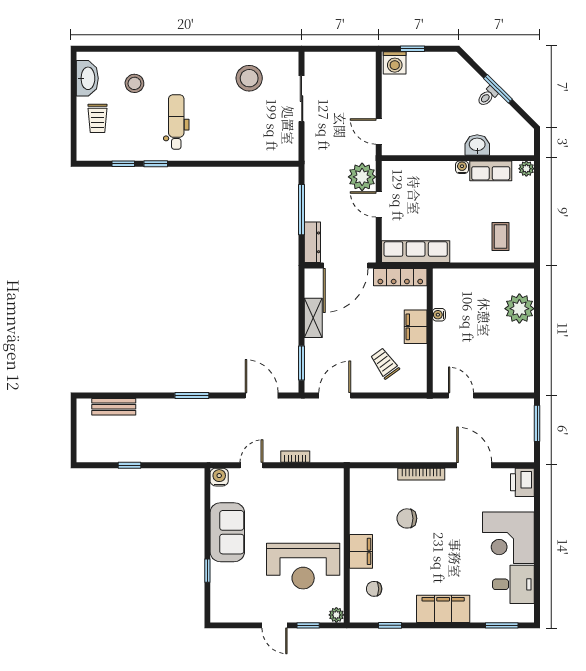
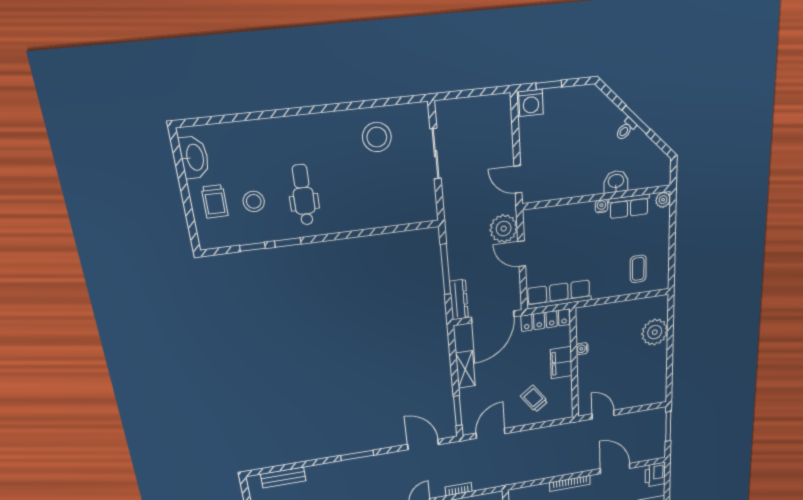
stool: (134, 83) -> (254, 201), moved

